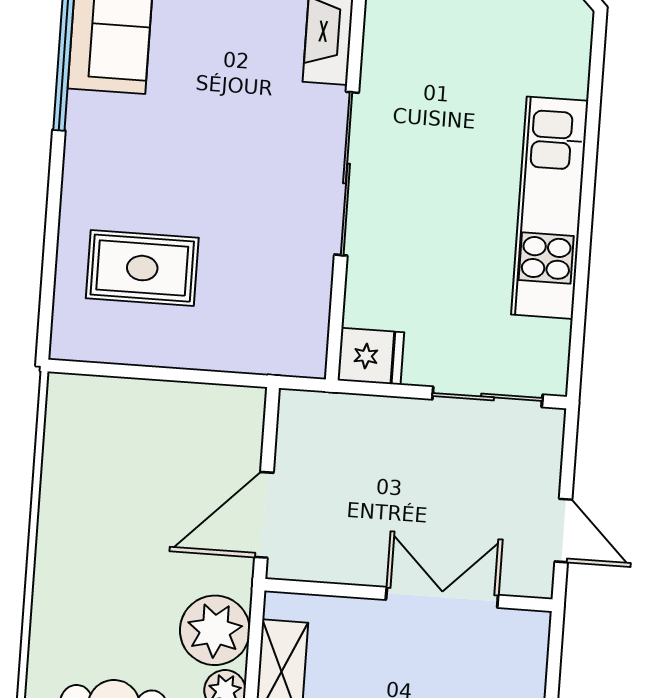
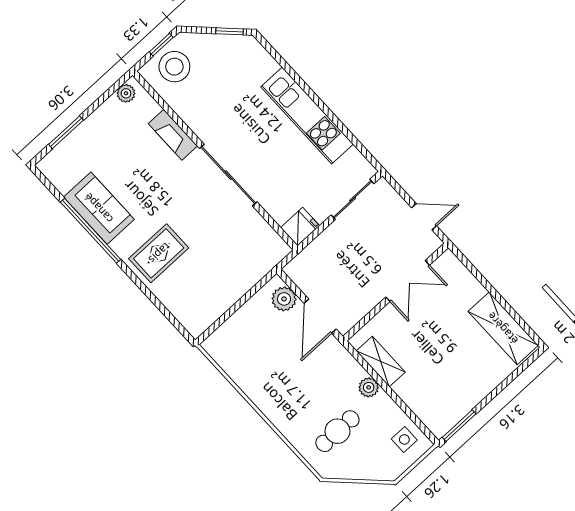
rug: (142, 268) -> (159, 253), moved
double door: (442, 597) -> (408, 281), swing flipped
plant: (215, 630) -> (284, 299), moved, width x0.73, depth x0.73

